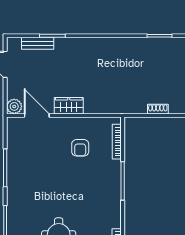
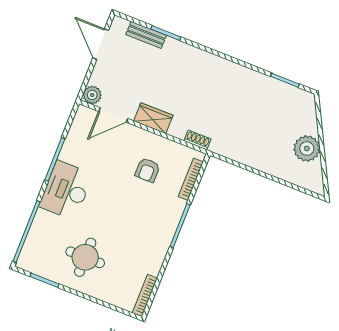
shoe rack: (158, 109) -> (197, 140), moved
door: (37, 116) -> (113, 115), swing flipped
desk: (23, 189) -> (66, 190), added

